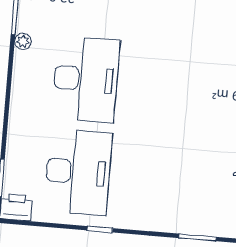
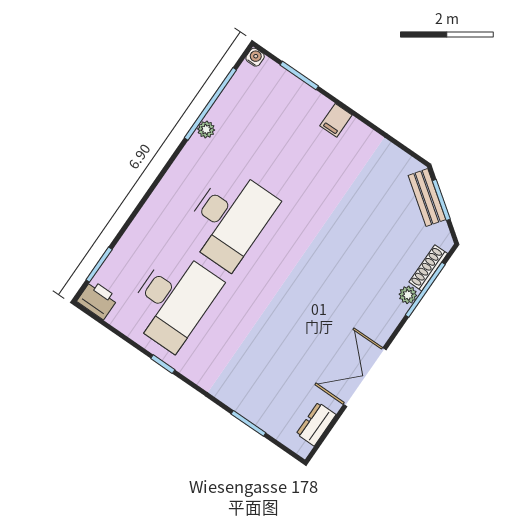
plant: (23, 41) -> (206, 129), moved

